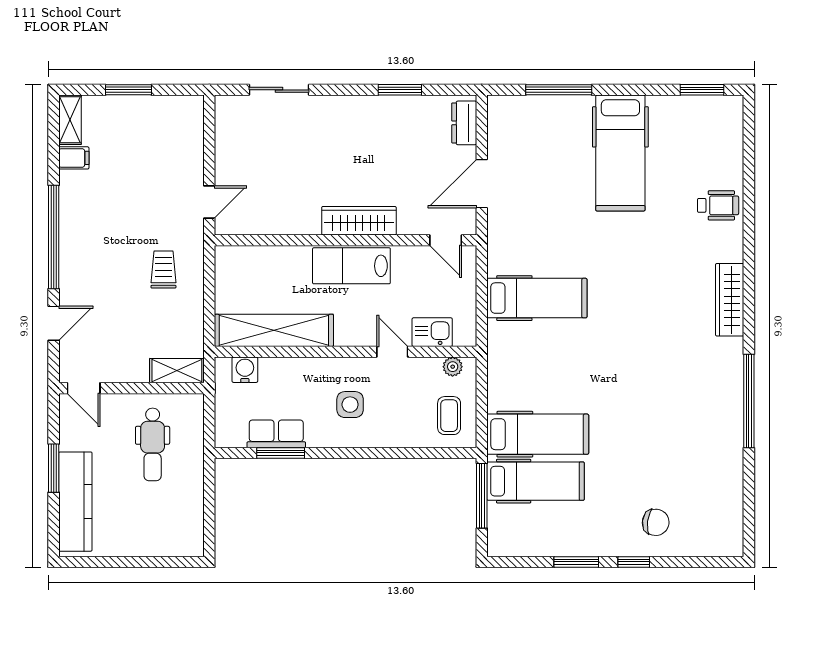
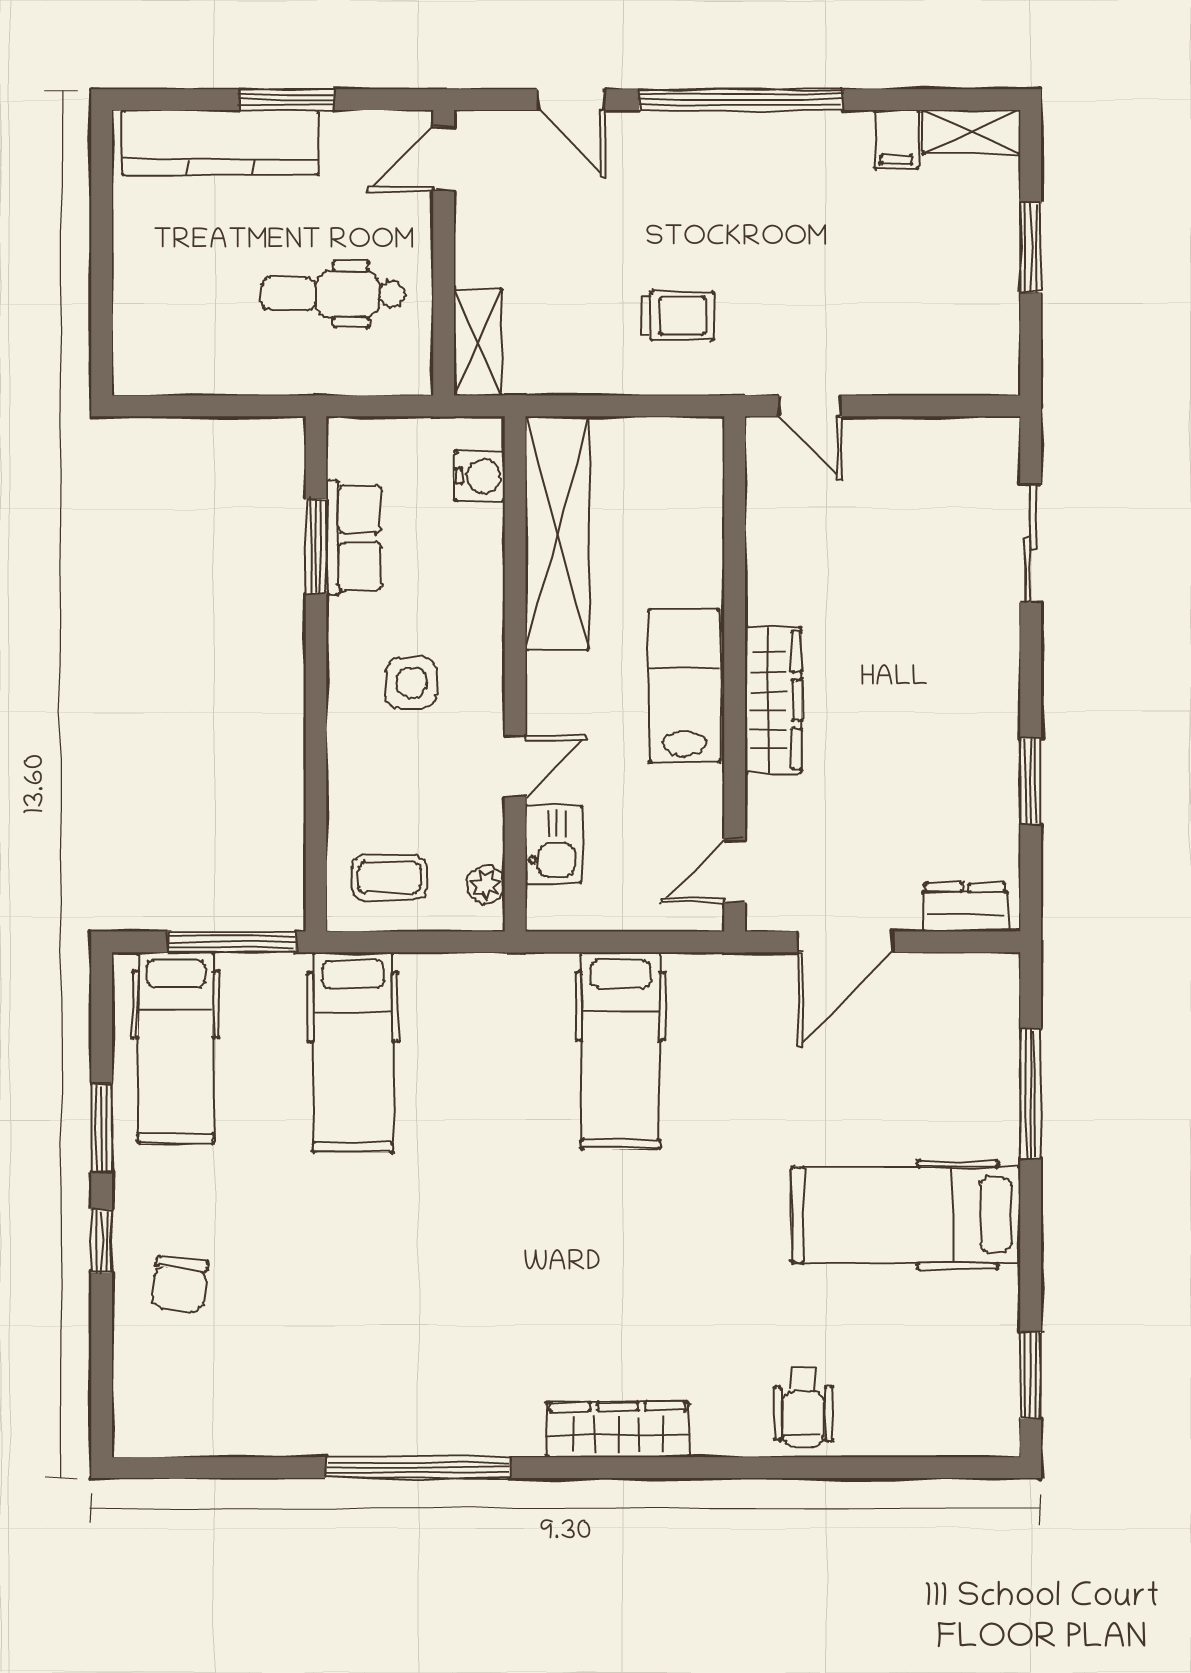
door: (482, 184) -> (846, 942), swing flipped
hospital bed: (536, 481) -> (176, 1048), moved

